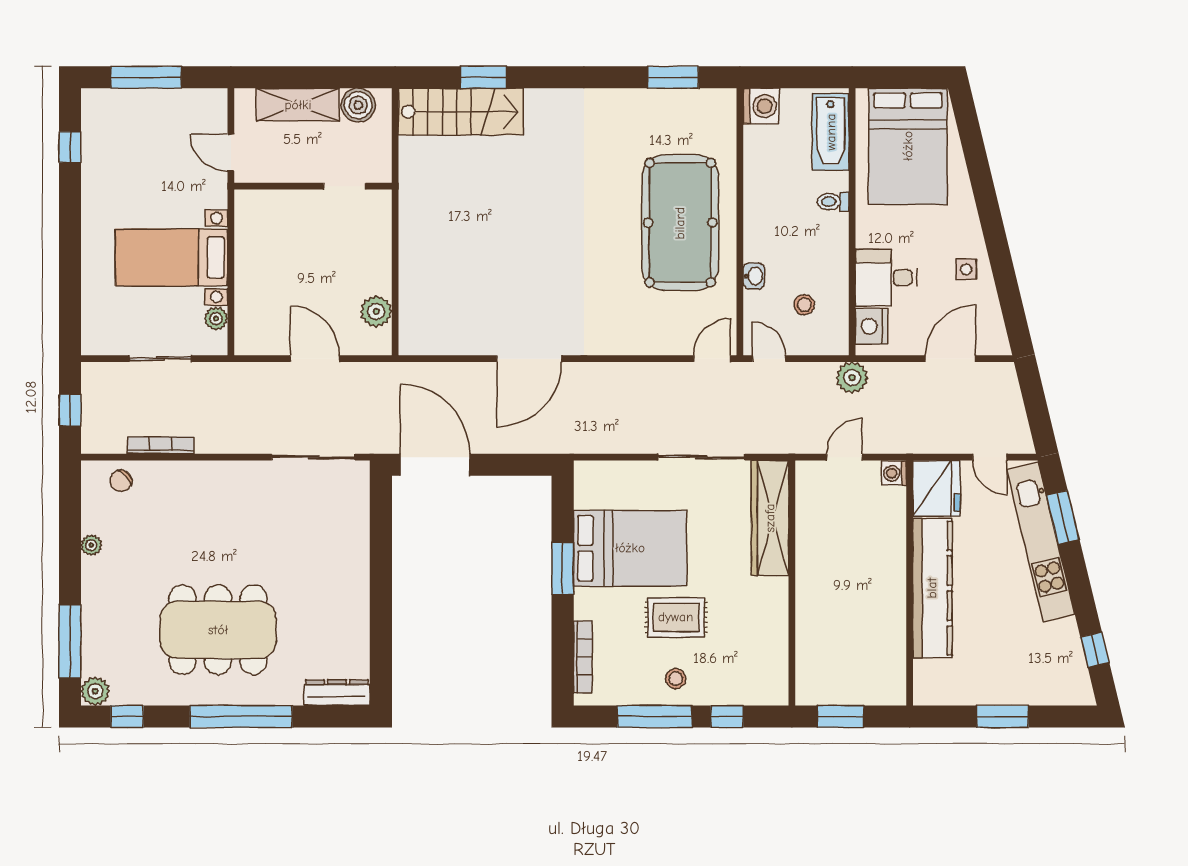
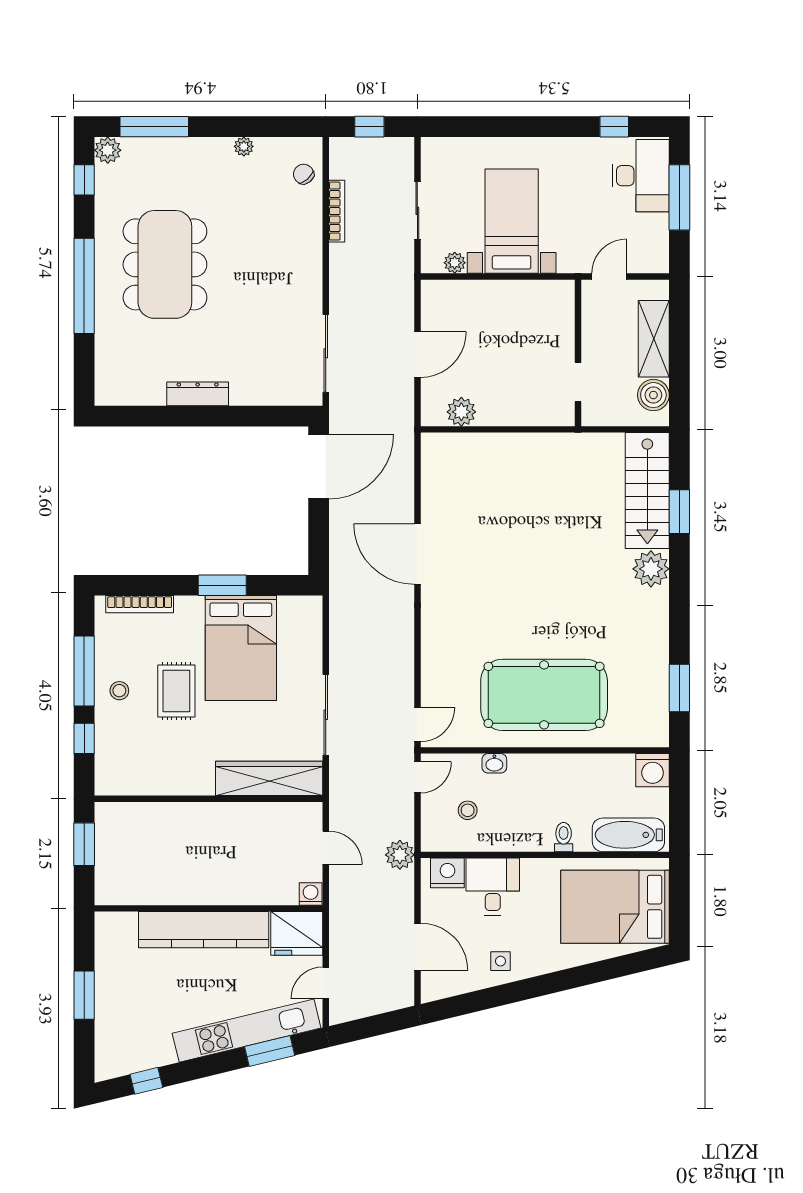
plant: (545, 108) -> (651, 569), added
desk: (123, 119) -> (641, 176), added
door: (712, 359) -> (417, 725), hinge flipped
dresser: (337, 693) -> (198, 394), moved, turned -90

